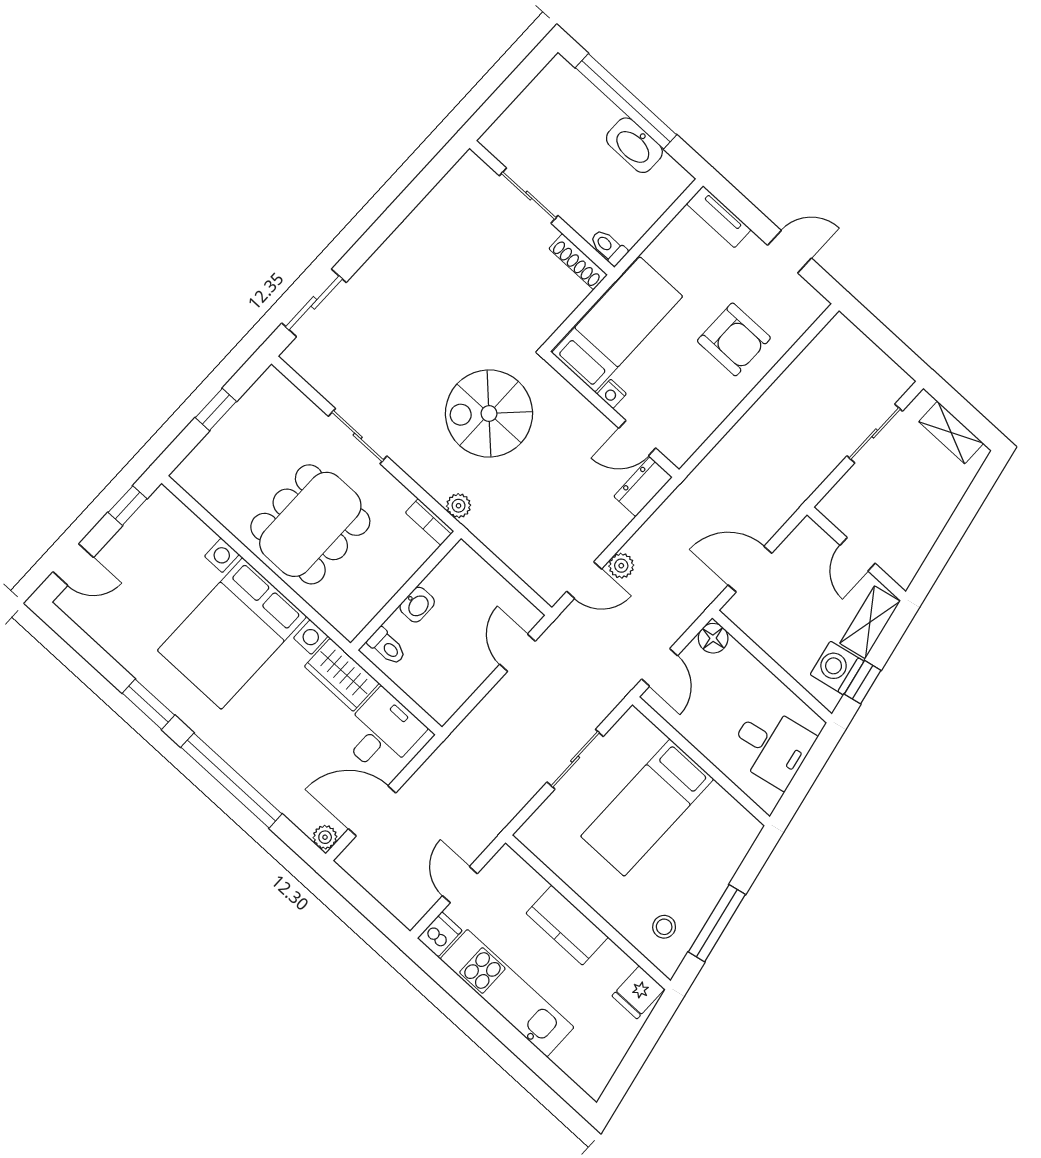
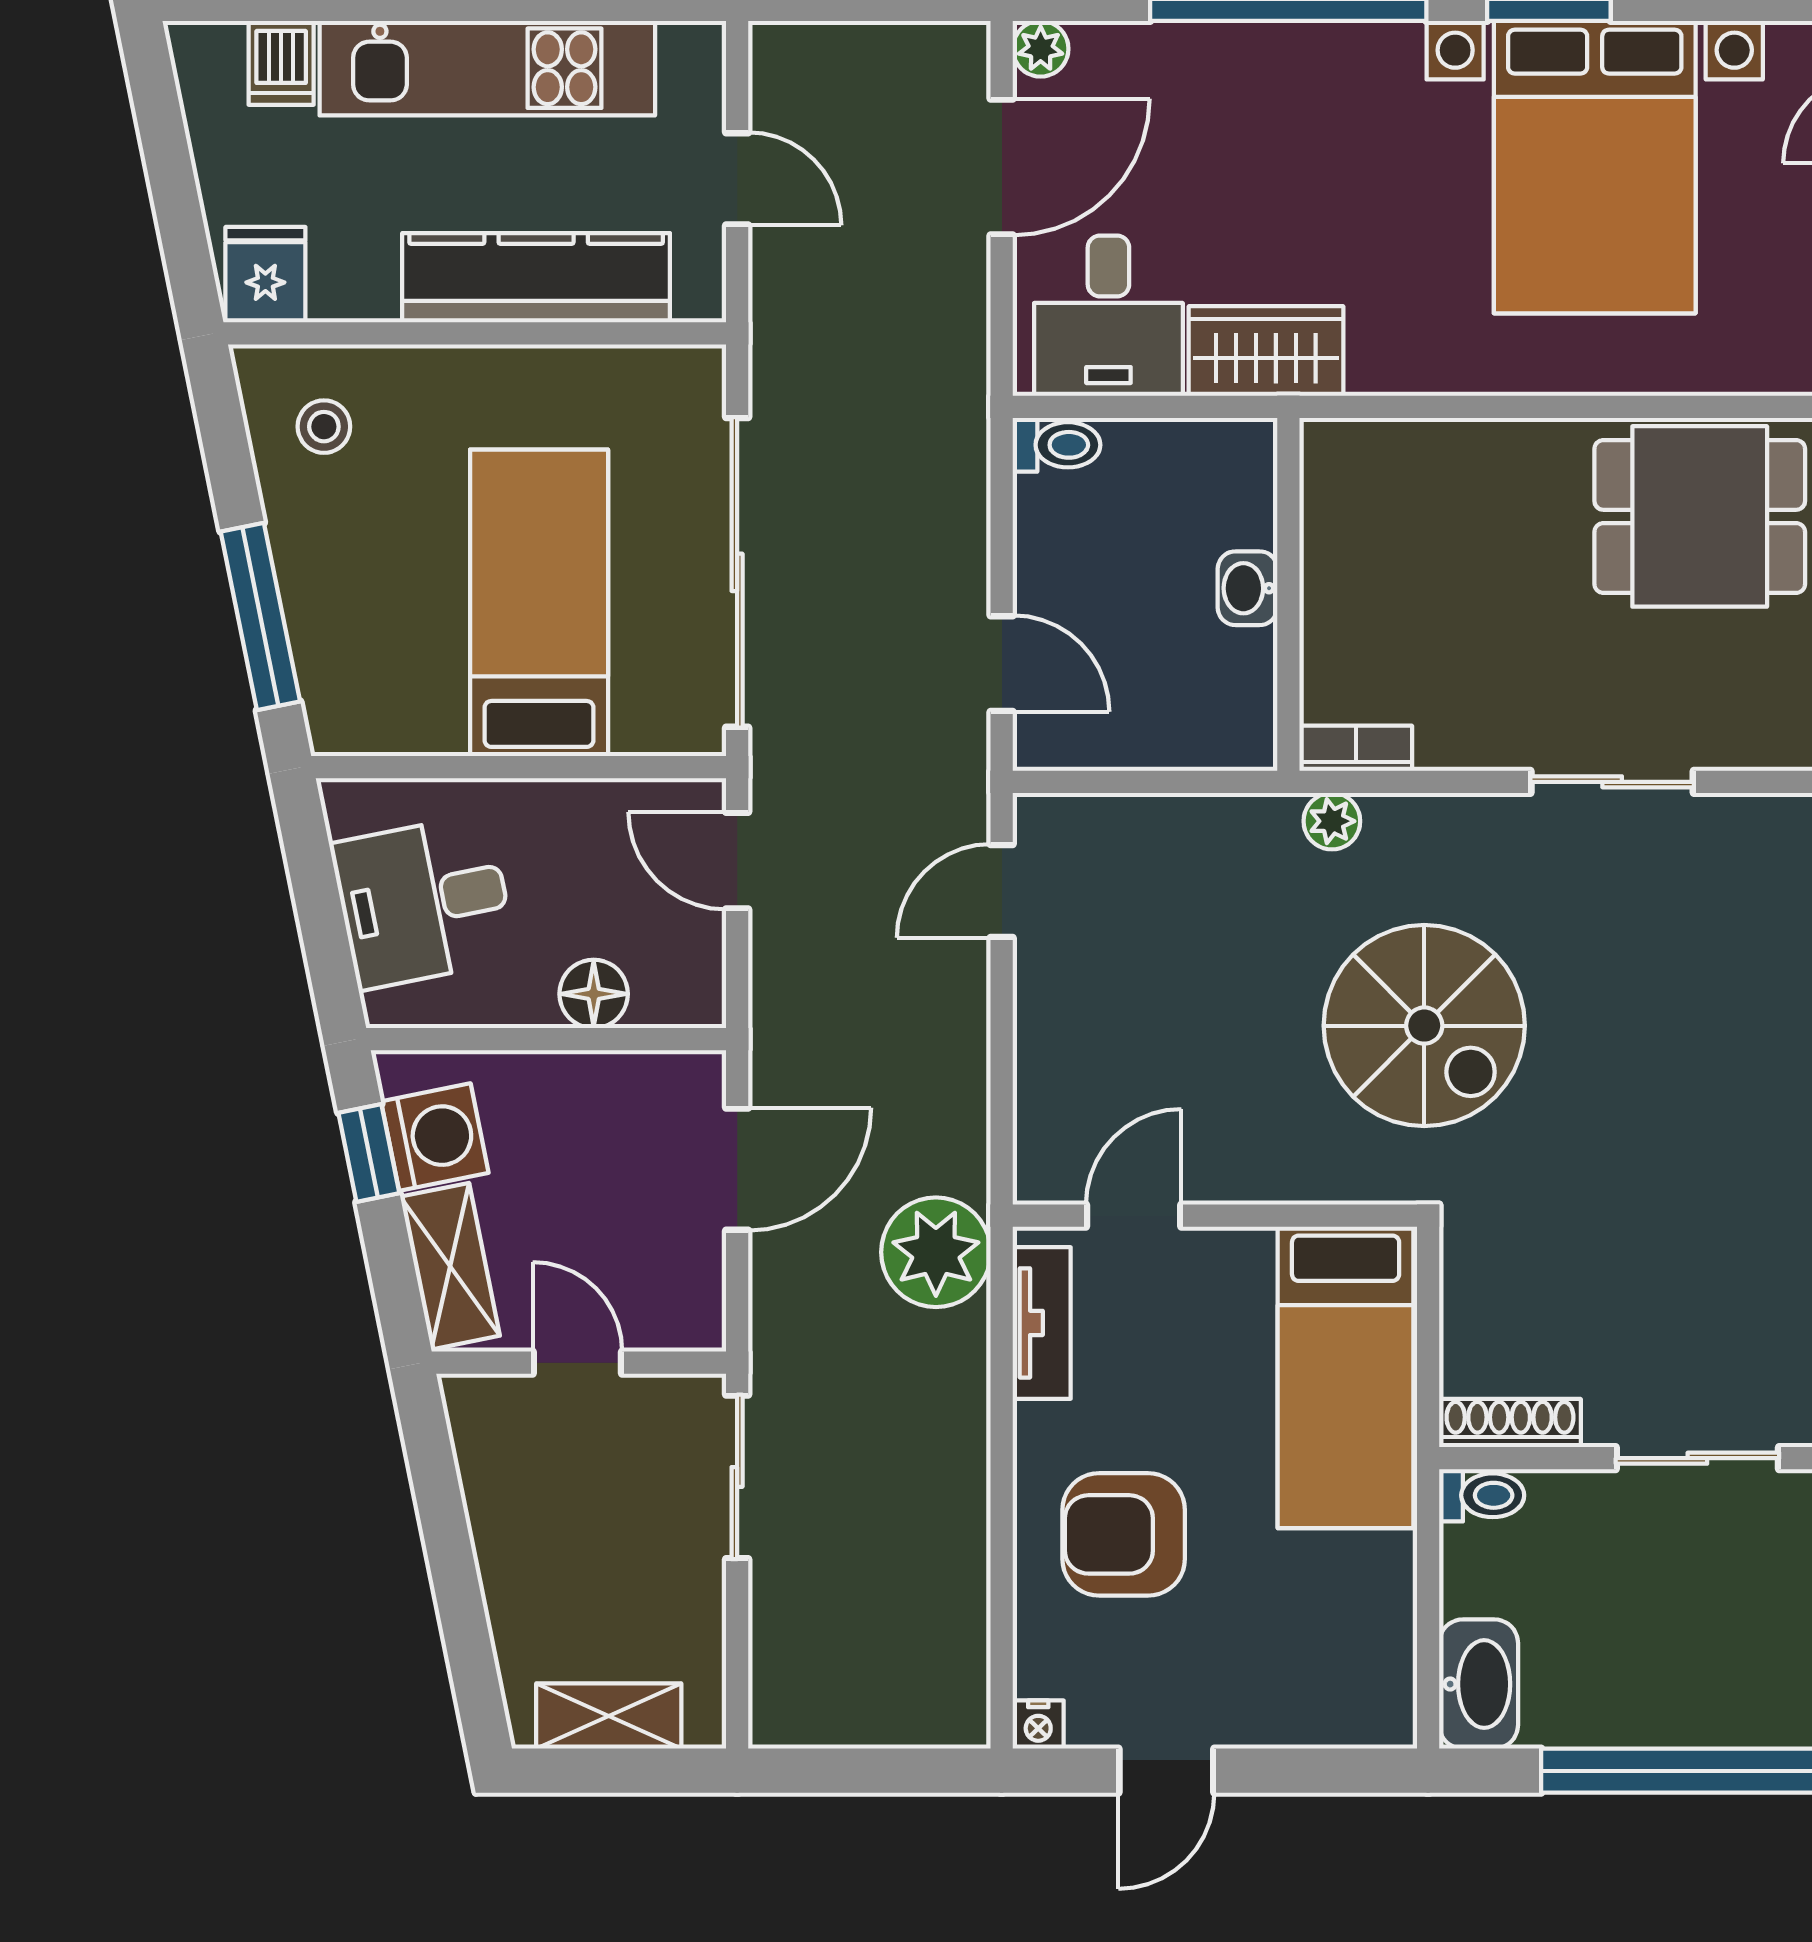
washbasin: (634, 145) -> (1479, 1684), moved, turned 90
tv unit: (719, 217) -> (1042, 1323), moved, turned 90
nightstand: (612, 394) -> (1038, 1724), moved, turned 180
spiral stairs: (489, 413) -> (1424, 1026), turned 90
sliding door: (875, 433) -> (737, 1477), moved
dresser: (643, 487) -> (1048, 1142), removed
dining table: (310, 524) -> (1700, 516), moved, width x0.73
plant: (621, 566) -> (936, 1252), moved, width x1.87, depth x1.87
bed with nightstands: (232, 633) -> (1595, 167), moved, turned 180
floor lamp: (713, 638) -> (594, 994), moved
toilet: (387, 646) -> (1057, 445), moved, turned 180
sliding door: (575, 759) -> (737, 572), width x1.86
window: (717, 923) -> (260, 617), moved
kitchen counter: (567, 925) -> (536, 278), width x1.50
dishwasher: (440, 934) -> (281, 63), moved

